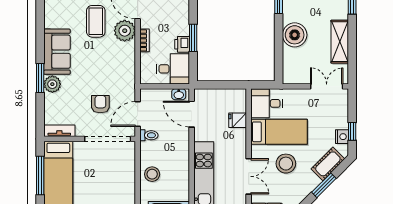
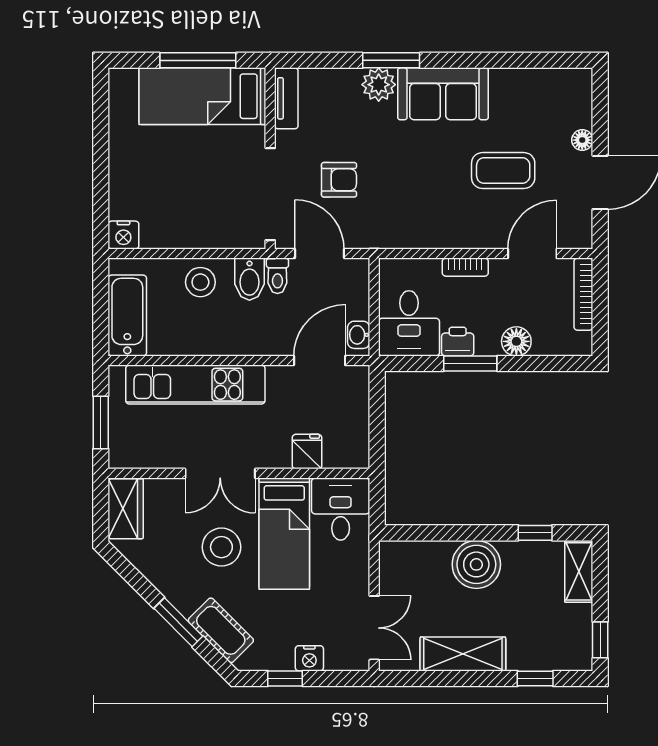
floor lamp: (182, 15) -> (516, 341), added
plant: (125, 31) -> (485, 228), removed
nightstand: (342, 137) -> (309, 658), moved
bidet: (151, 149) -> (249, 279), added
double door: (249, 176) -> (220, 473), moved

